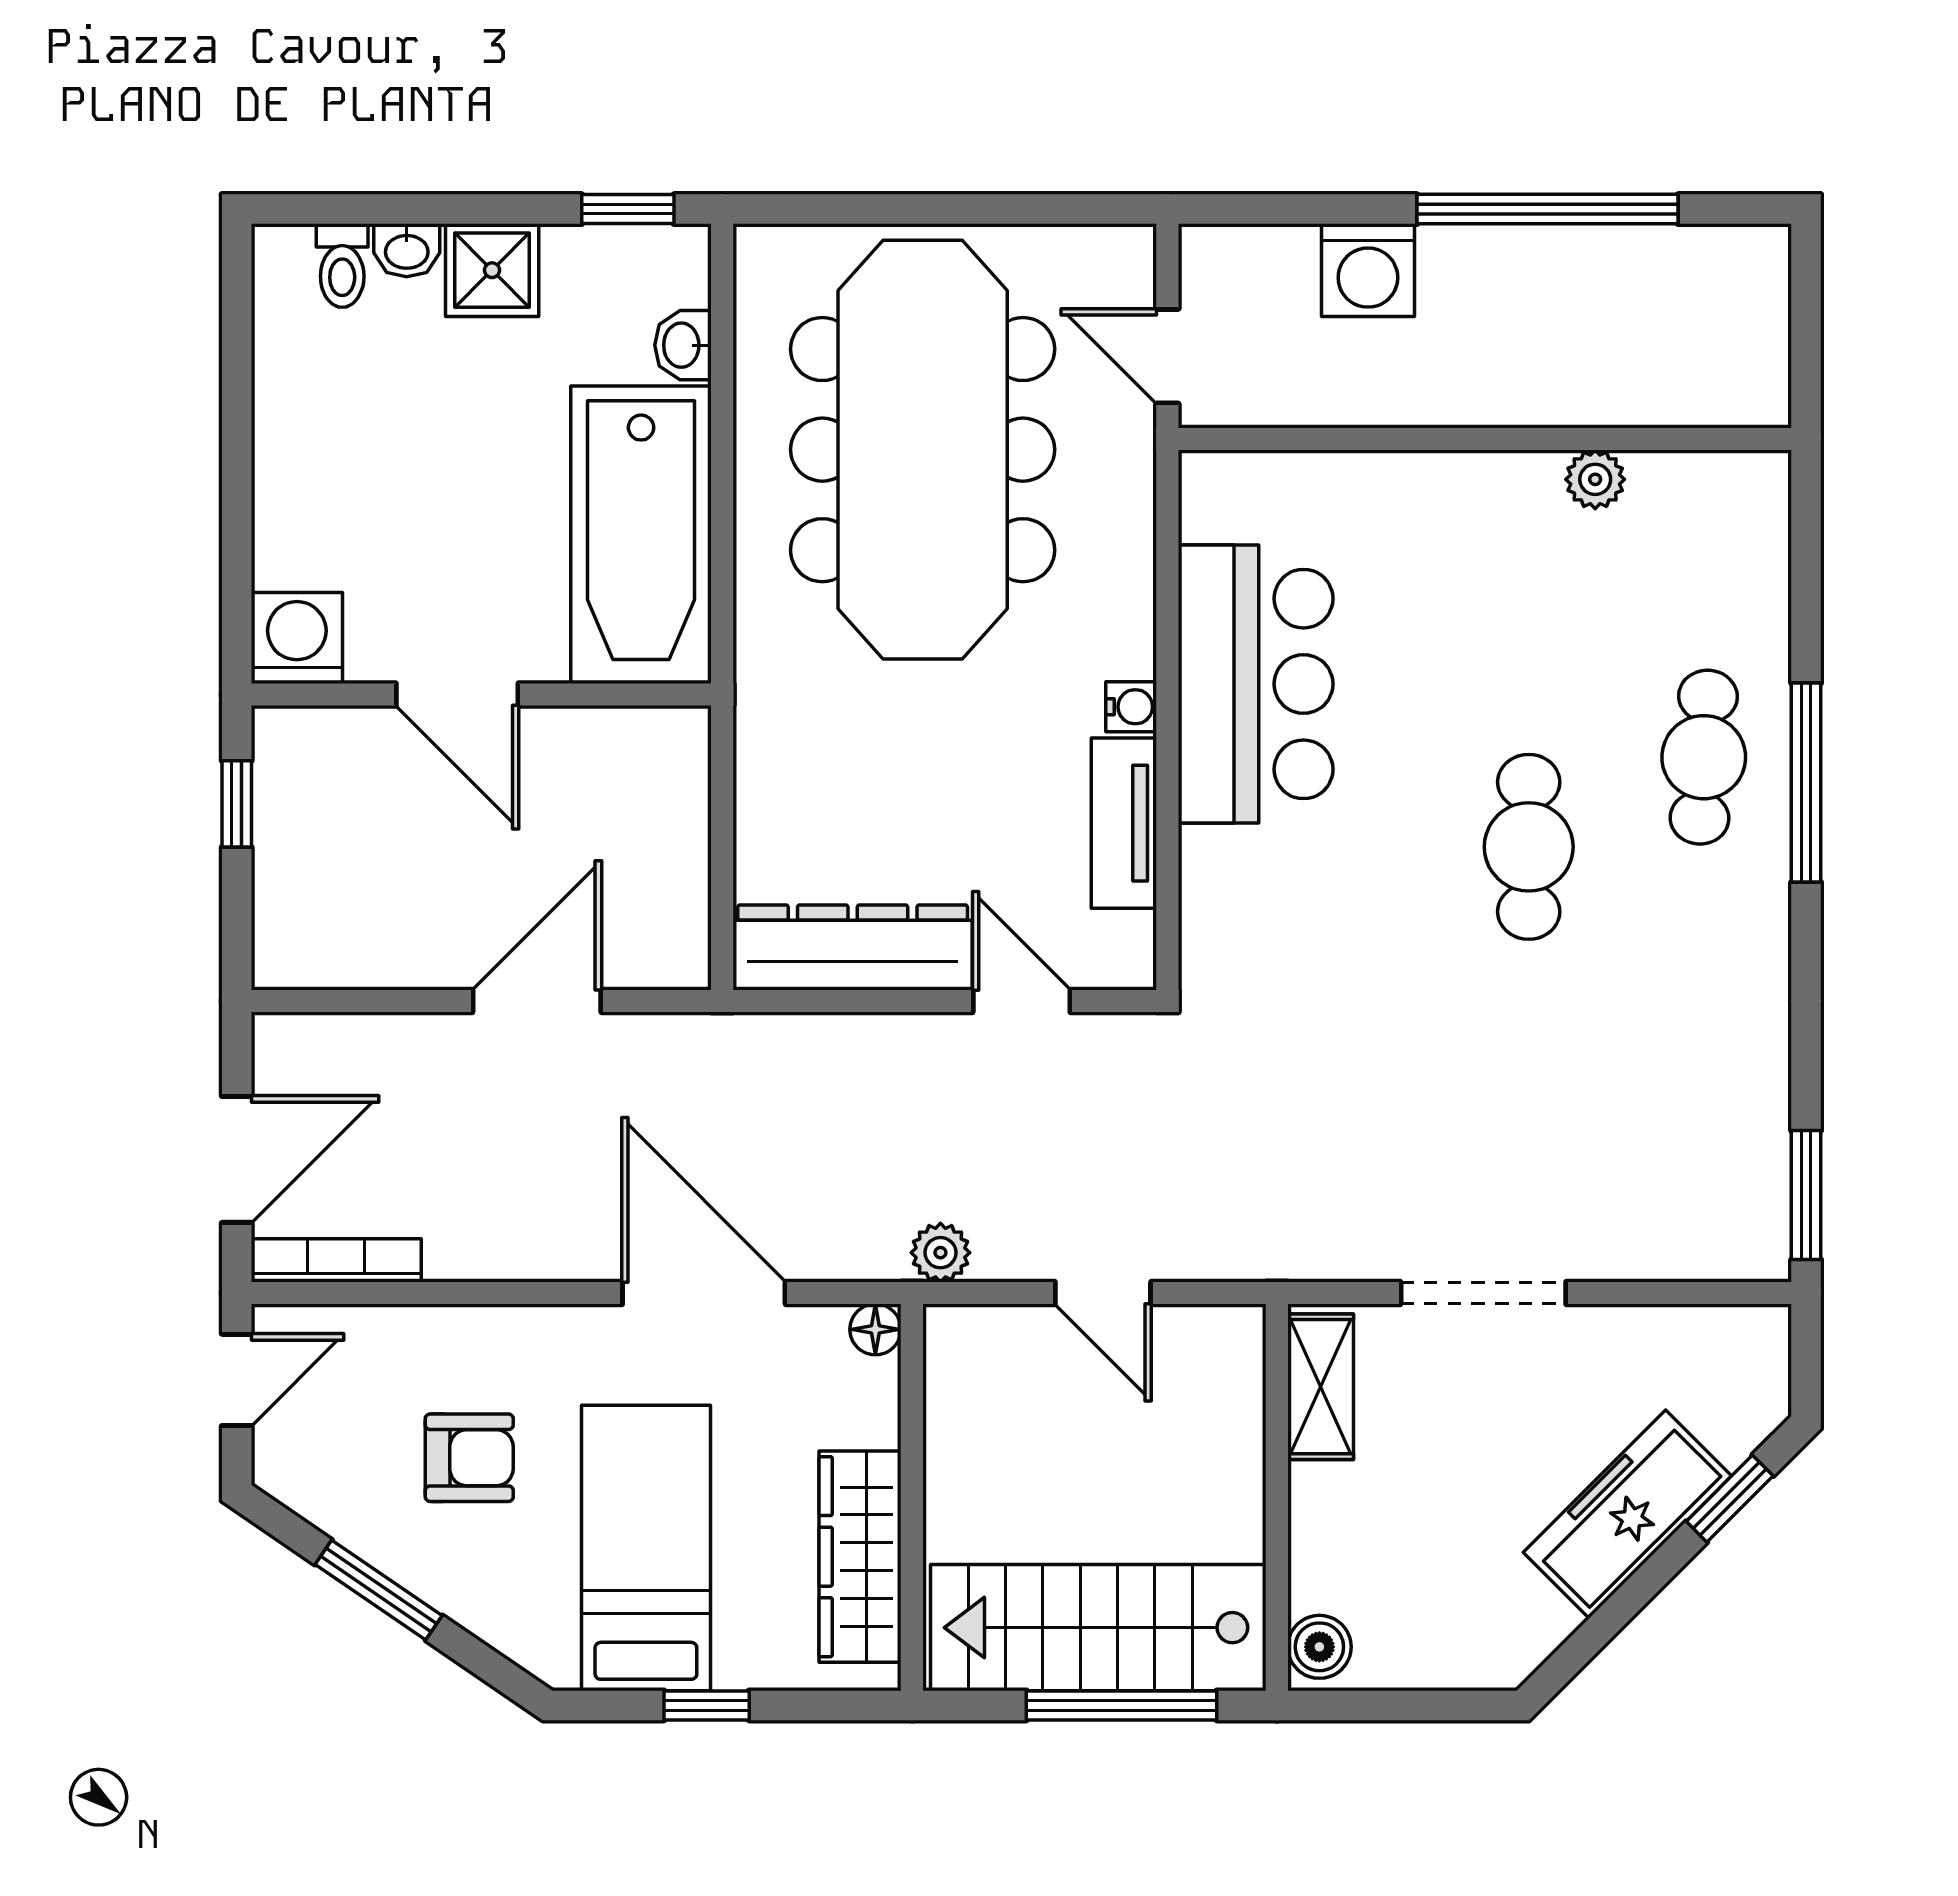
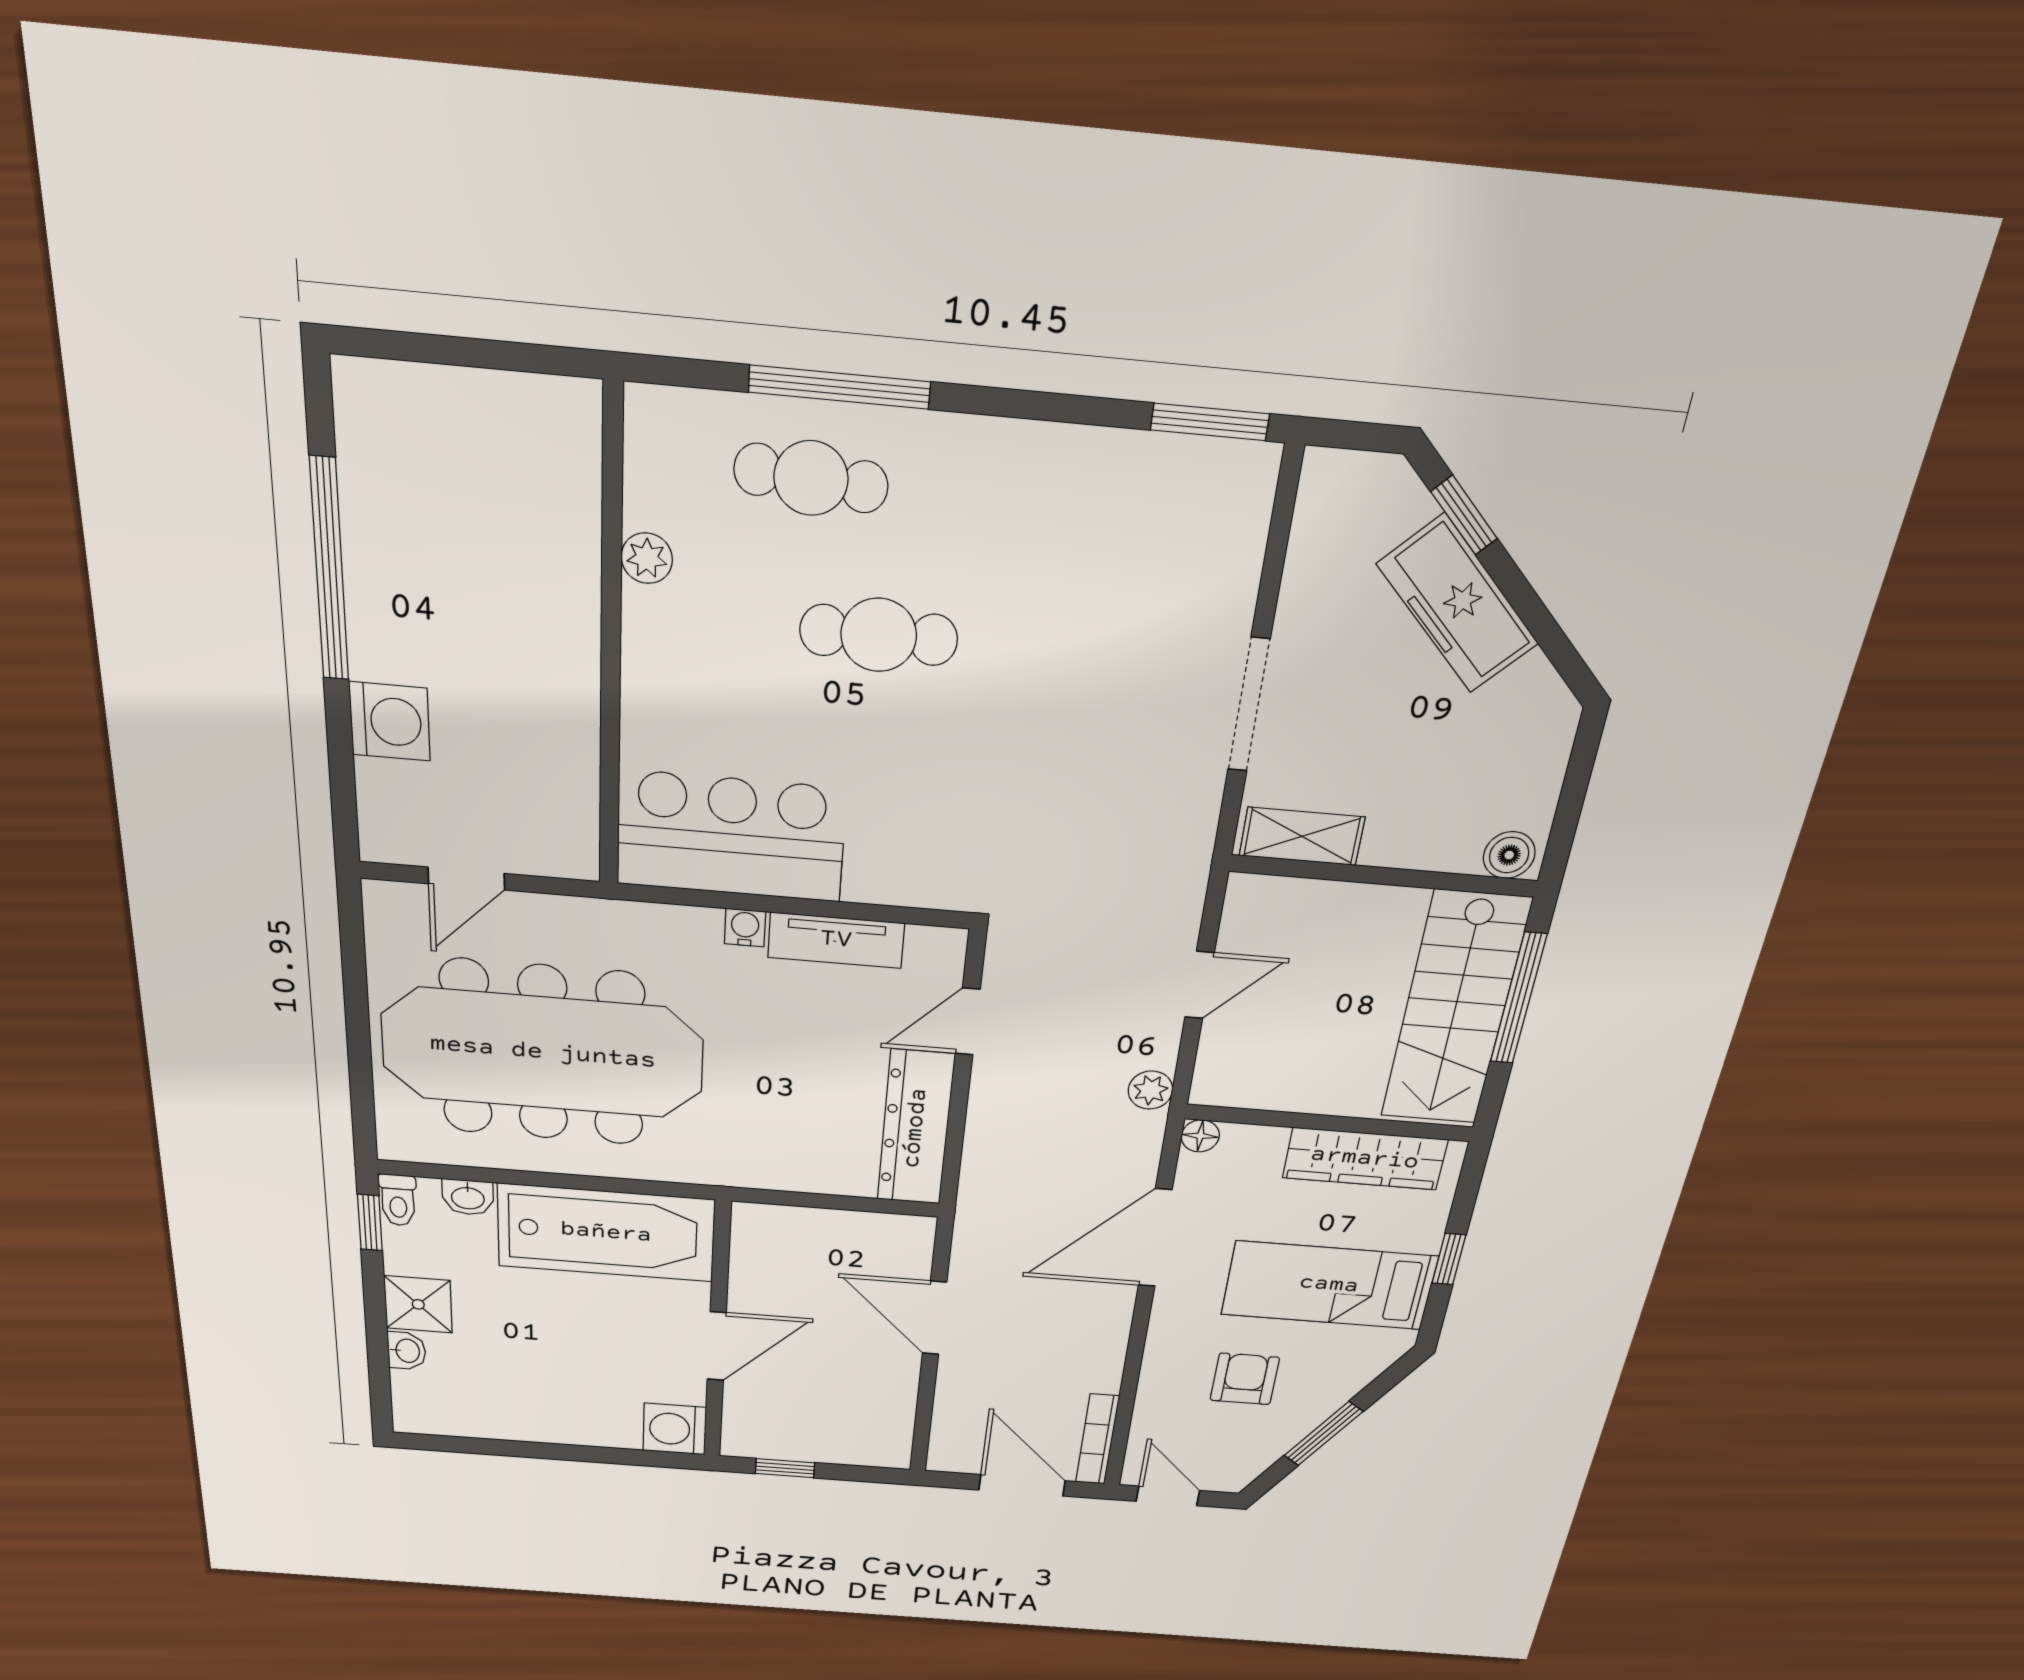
toilet: (342, 266) -> (398, 1200), moved, turned 90
wall: (1485, 439) -> (611, 647), moved
plant: (1595, 479) -> (647, 558), moved

